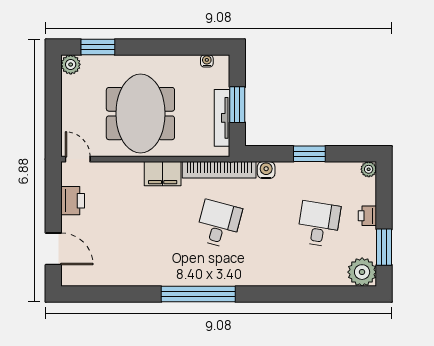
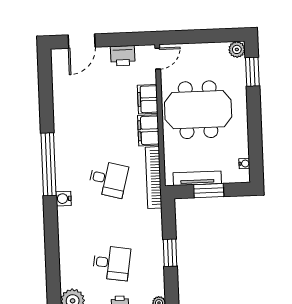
water cooler: (266, 170) -> (64, 199), moved, turned 180
filing cabinet: (126, 173) -> (148, 99), added

